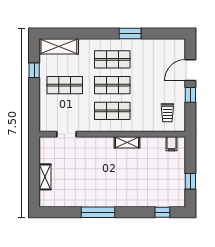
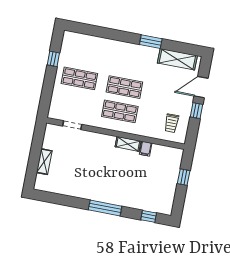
shelving: (59, 46) -> (177, 59), moved
shop shelf: (112, 59) -> (129, 63), removed
filing cabinet: (172, 144) -> (146, 149), moved
window: (190, 181) -> (184, 177), moved
window: (98, 212) -> (105, 208), moved

